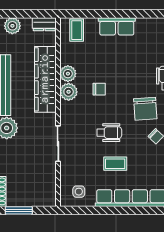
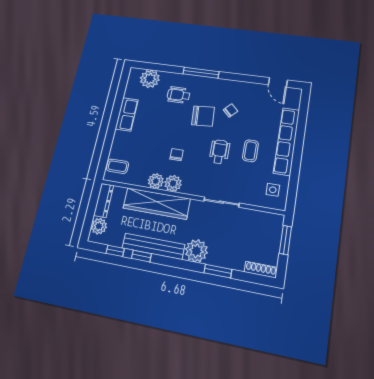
dresser: (44, 24) -> (104, 200), width x1.44
row of seats: (117, 26) -> (127, 114), moved
window: (19, 210) -> (285, 240), moved

